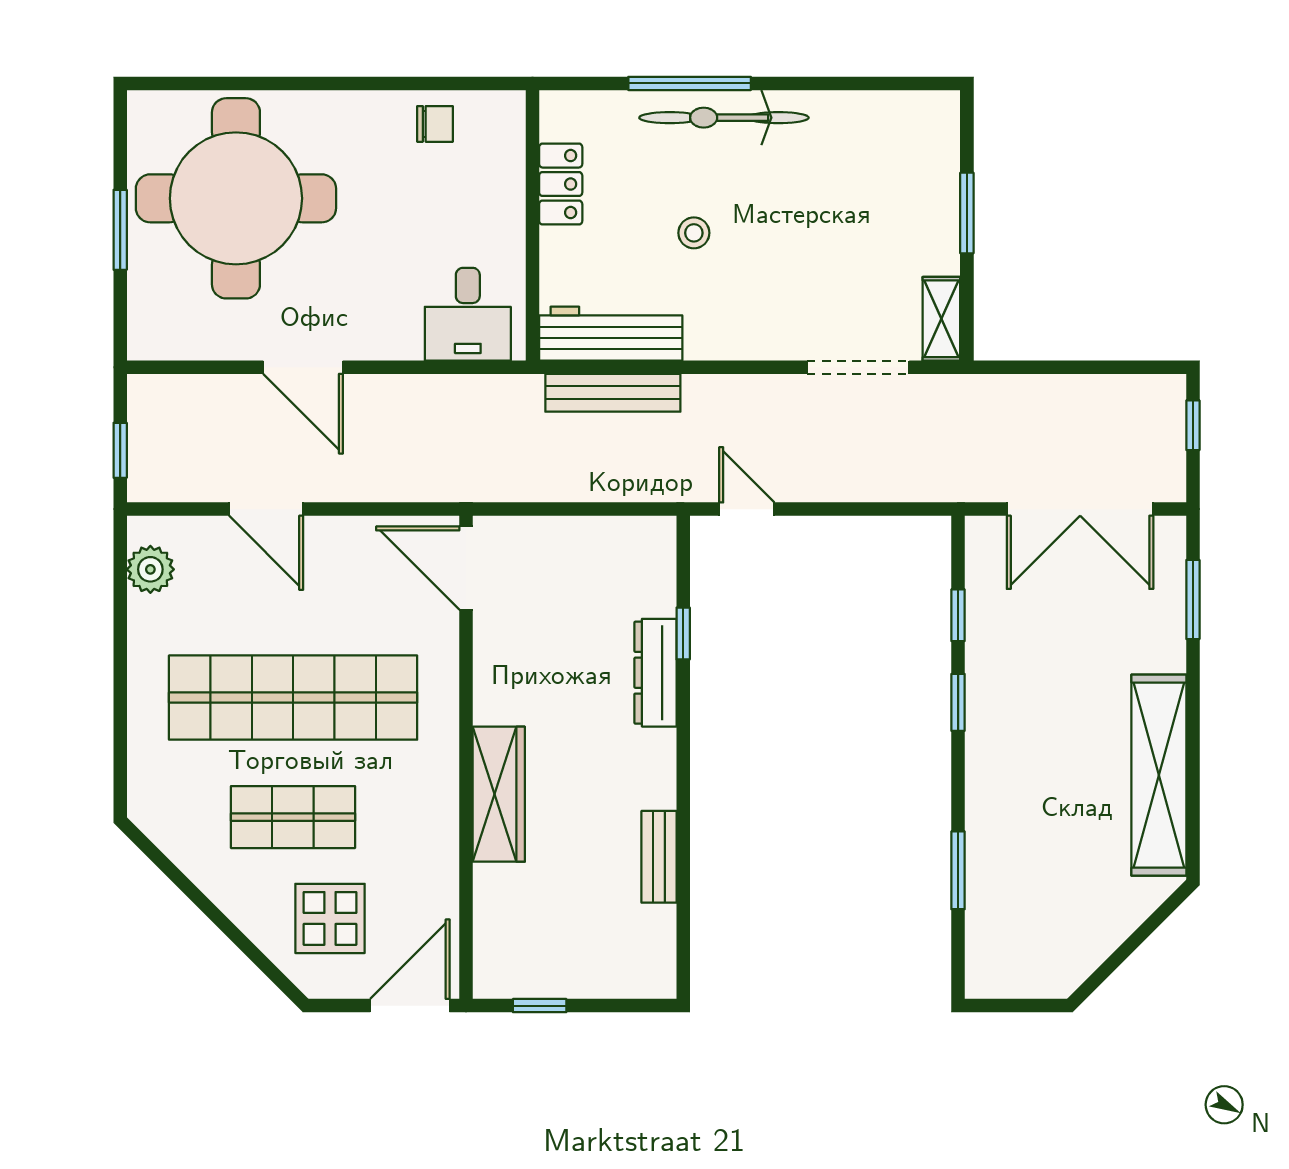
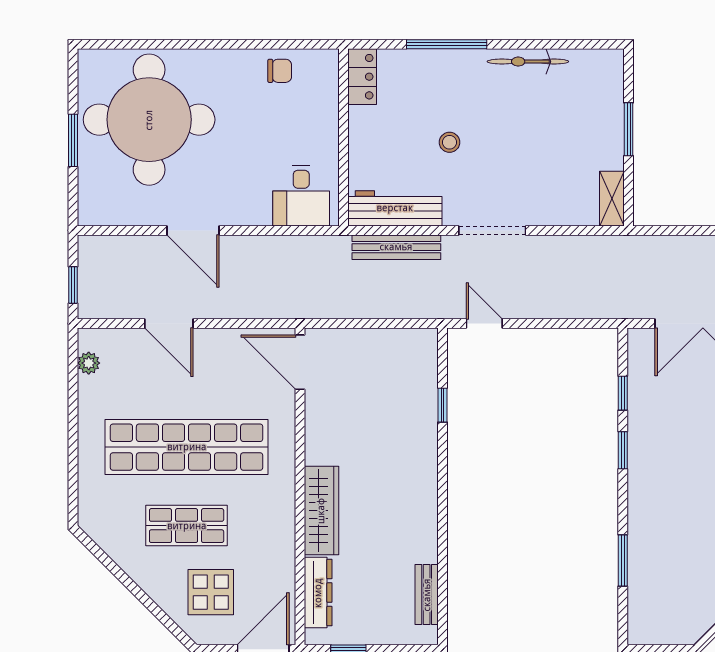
bicycle: (724, 118) -> (528, 62), moved, width x0.73, depth x0.71
locker: (561, 184) -> (362, 77), moved
doorway: (858, 367) -> (492, 230), moved
plant: (150, 569) -> (89, 363), width x0.73, depth x0.73
dresser: (655, 673) -> (318, 593), moved, turned 180
bench: (659, 857) -> (427, 595), moved

